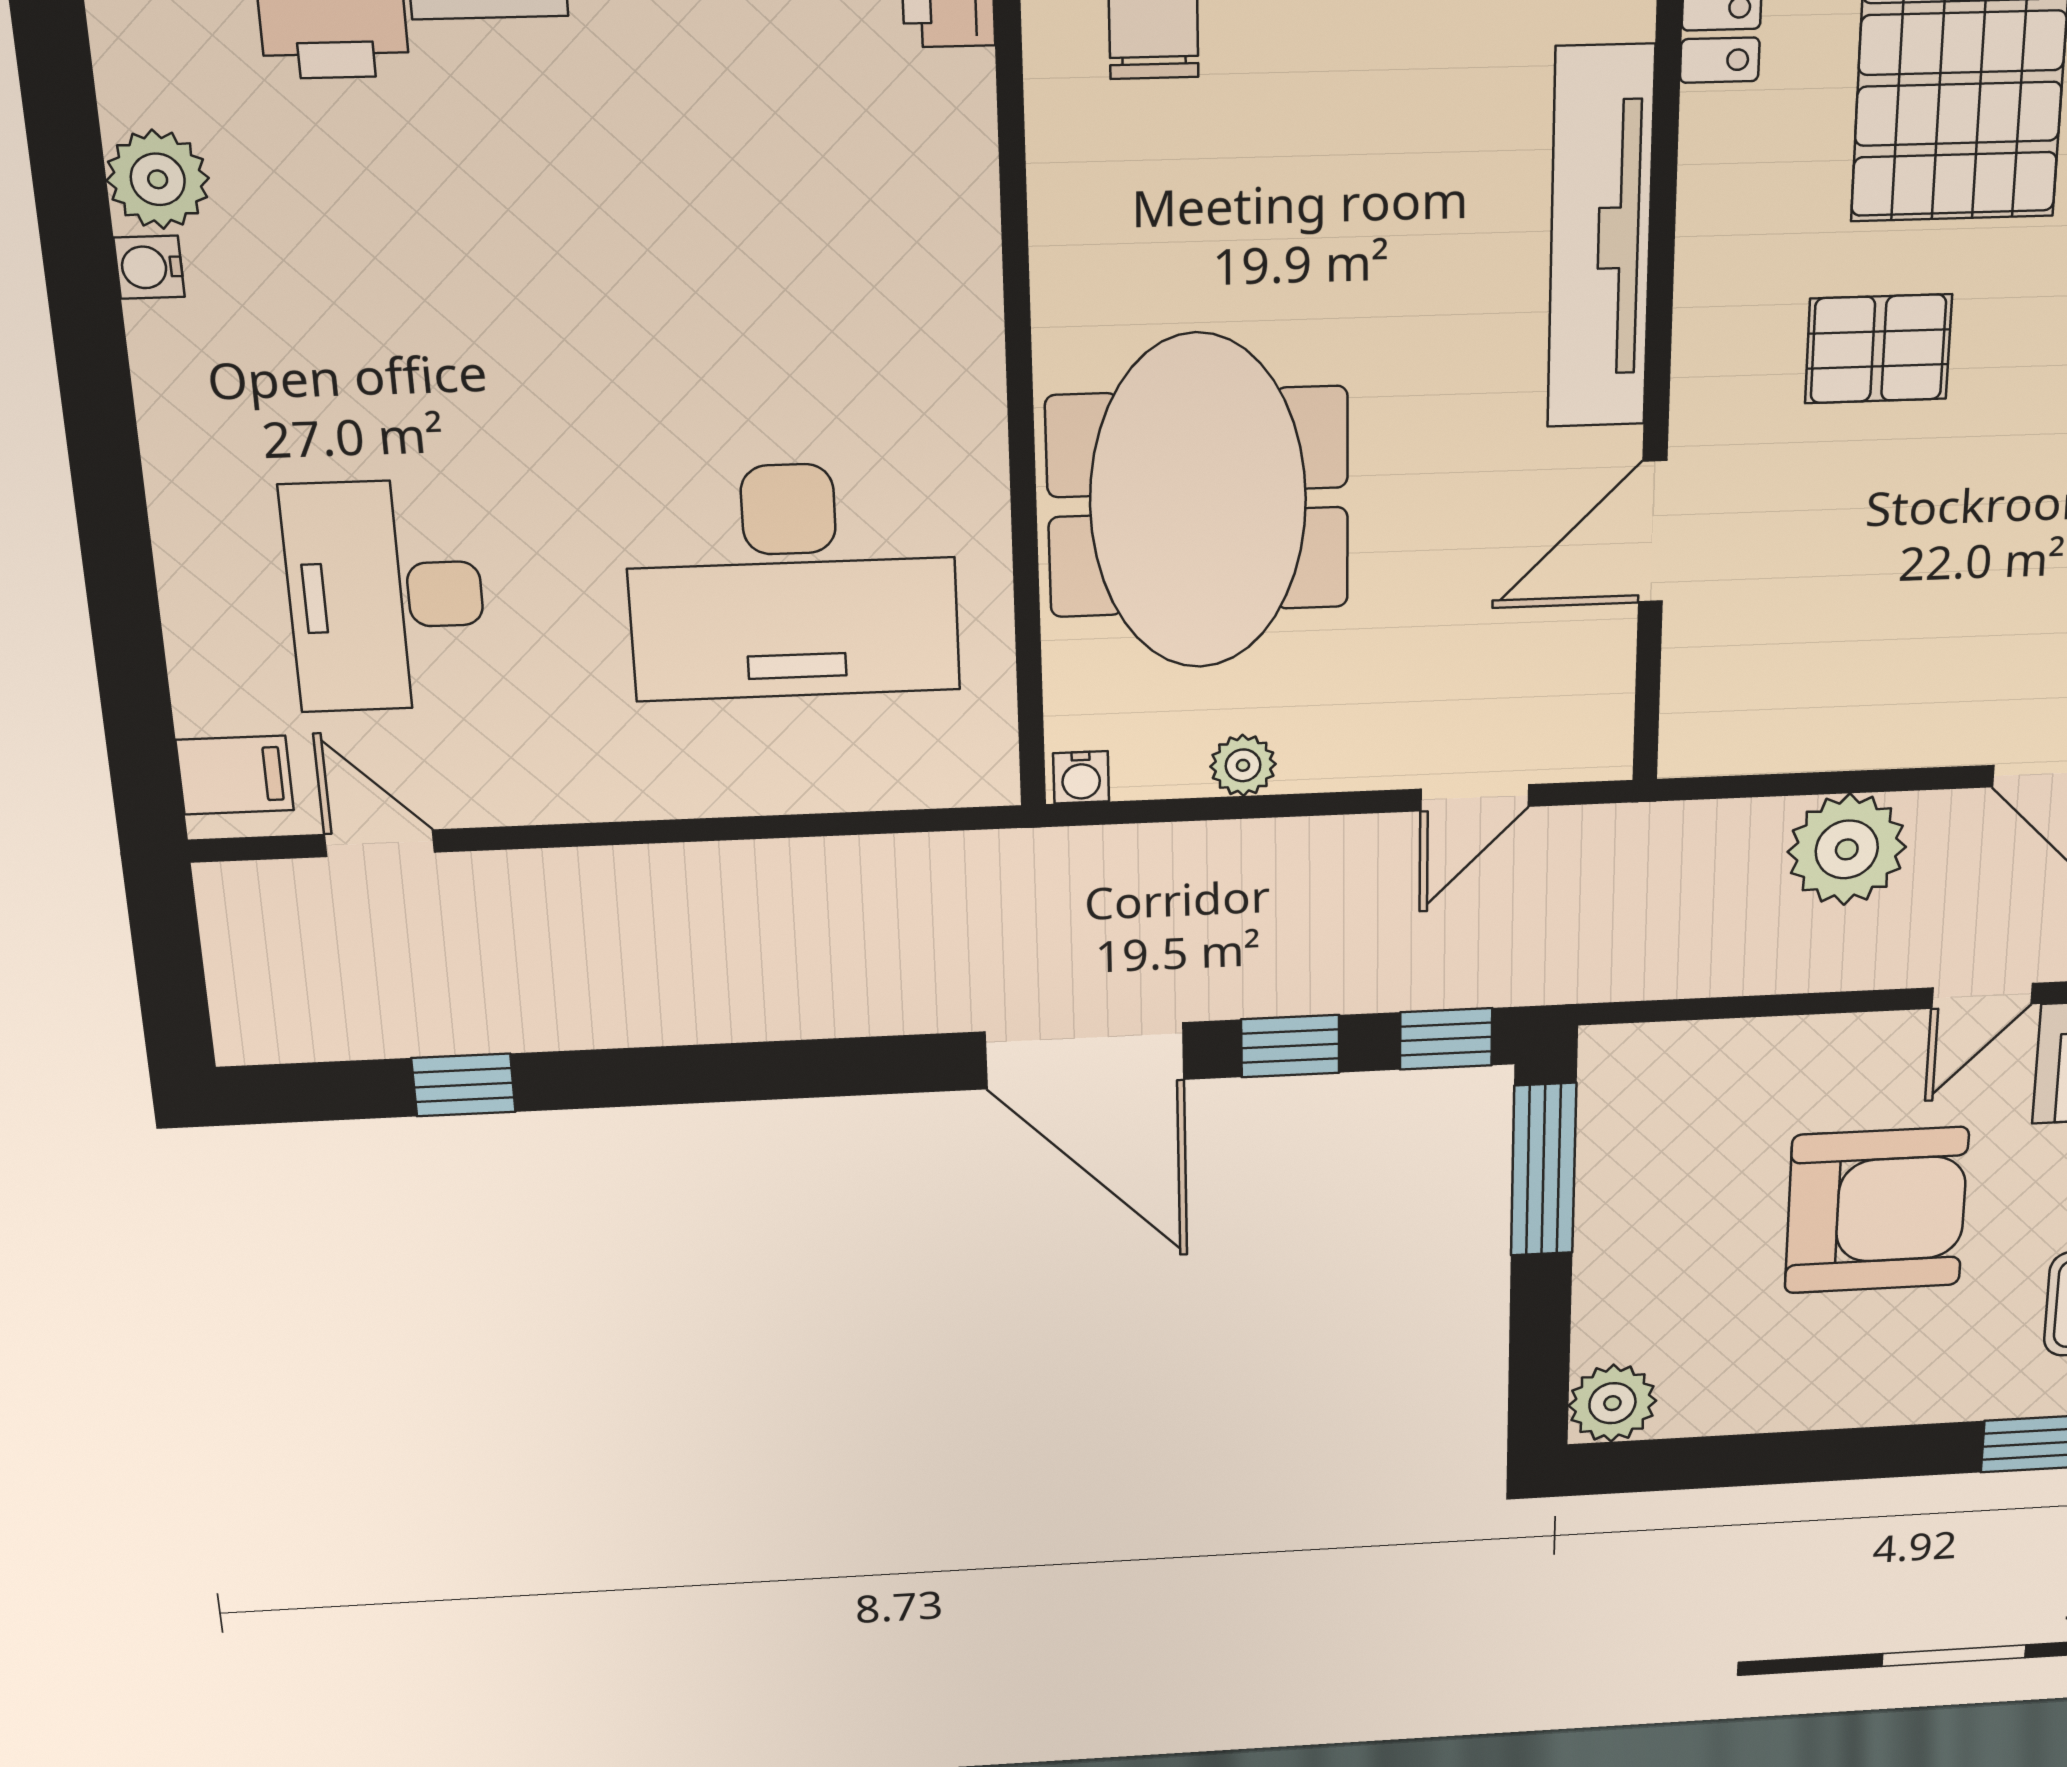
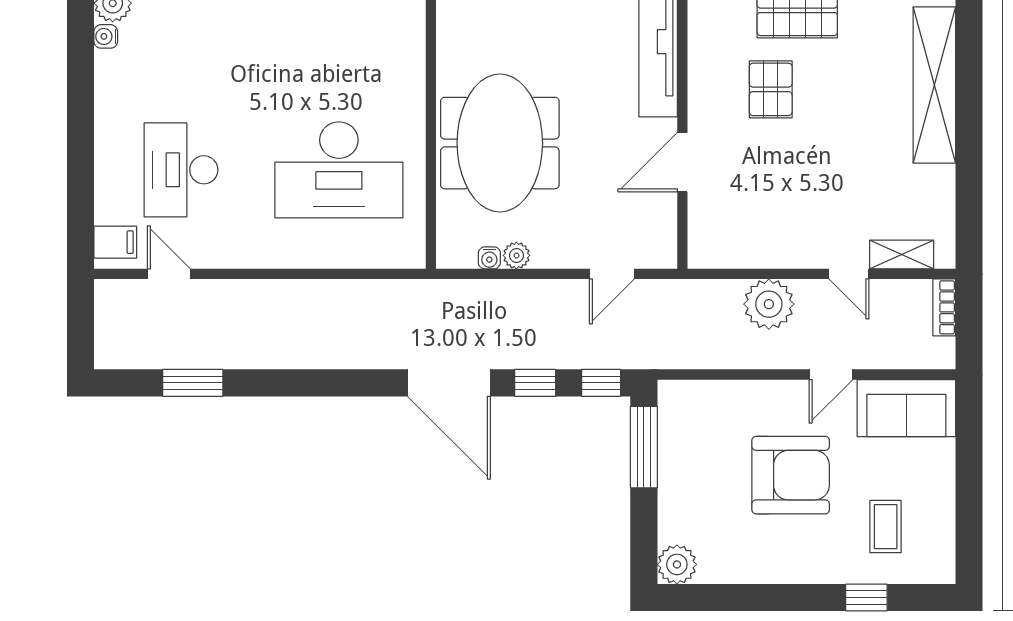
pallet: (1878, 349) -> (771, 89), turned 90
water cooler: (1081, 777) -> (489, 258), moved
window: (463, 1085) -> (193, 383), width x1.50

